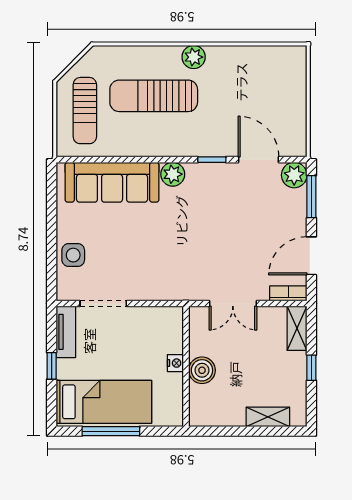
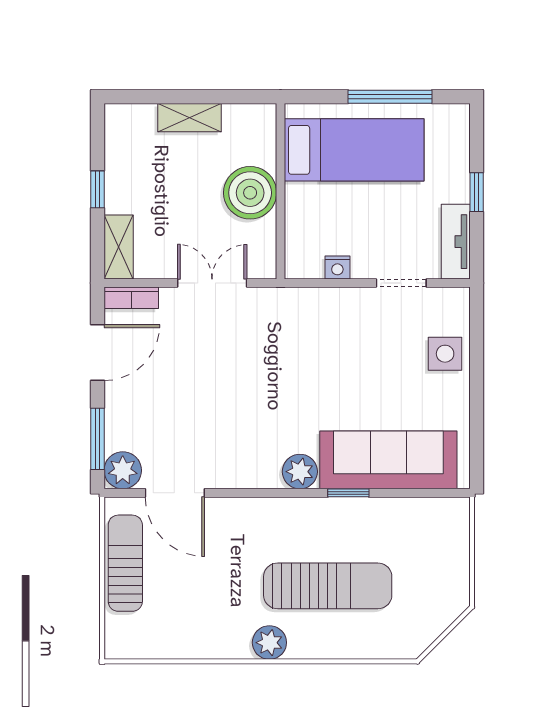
sun lounger: (85, 111) -> (125, 563), moved
window: (212, 160) -> (348, 493), moved
doorway: (103, 303) -> (401, 283), width x0.73
nightstand: (175, 363) -> (337, 267), moved, turned -90
boiler: (202, 370) -> (250, 193), width x1.37, depth x1.37
bed: (104, 402) -> (354, 150), moved, turned 180
shelving: (268, 417) -> (189, 118), moved

